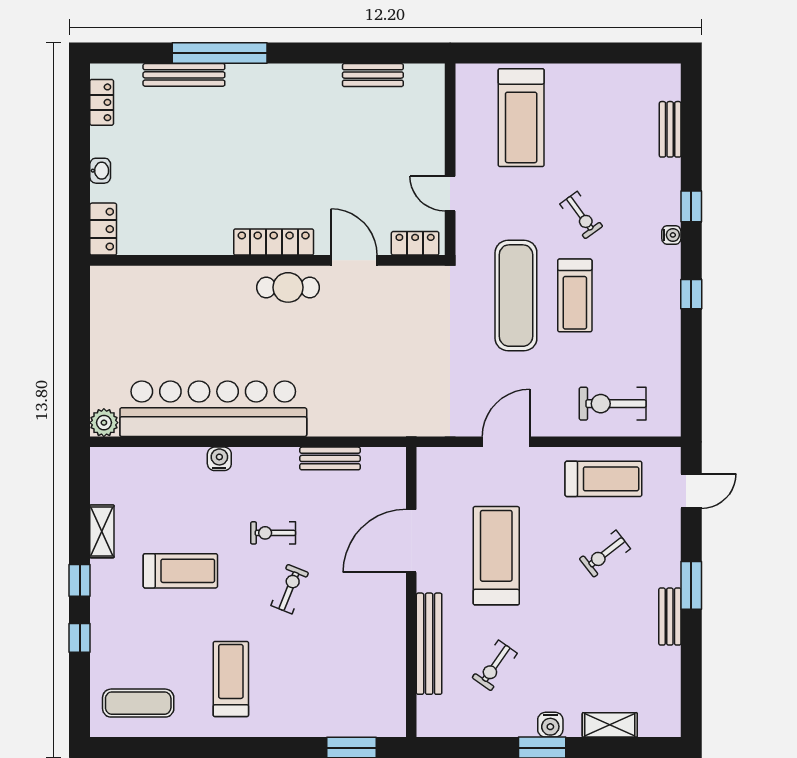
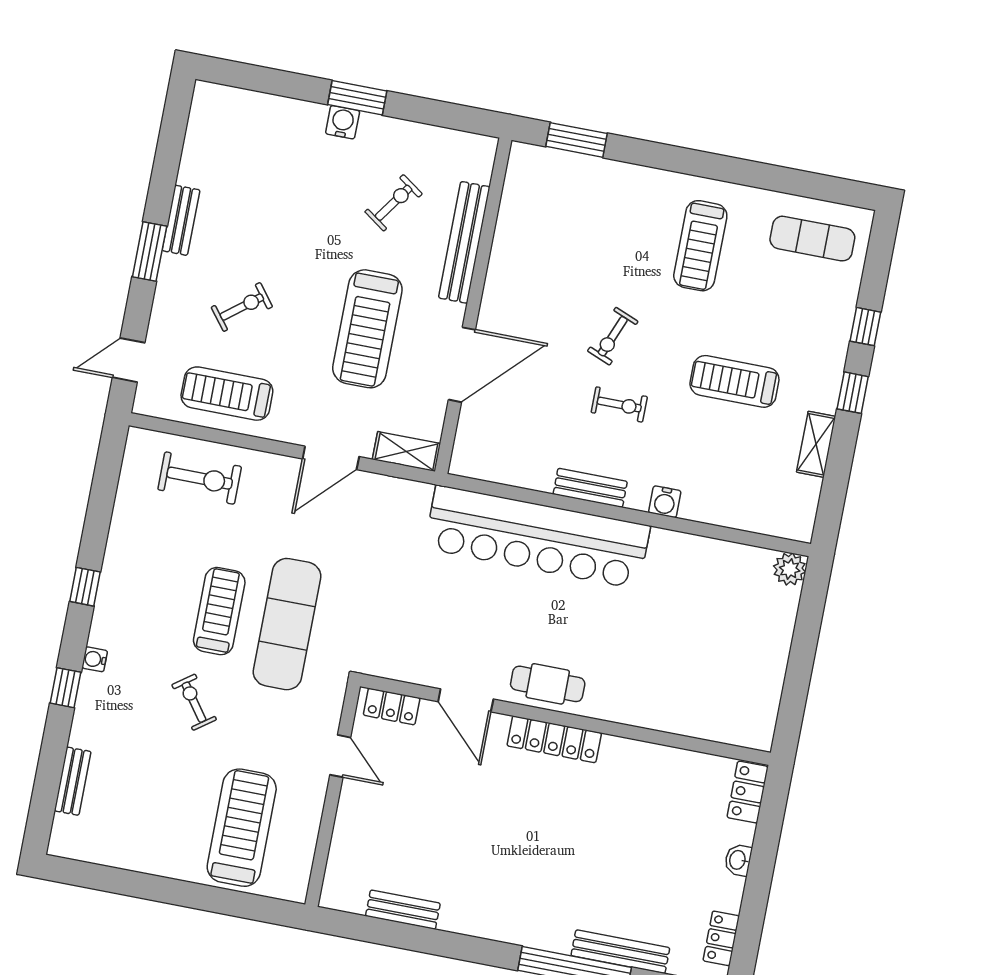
bar counter: (213, 409) -> (537, 537), moved
bench: (330, 458) -> (590, 488), moved
shelving: (610, 725) -> (406, 451), moved

